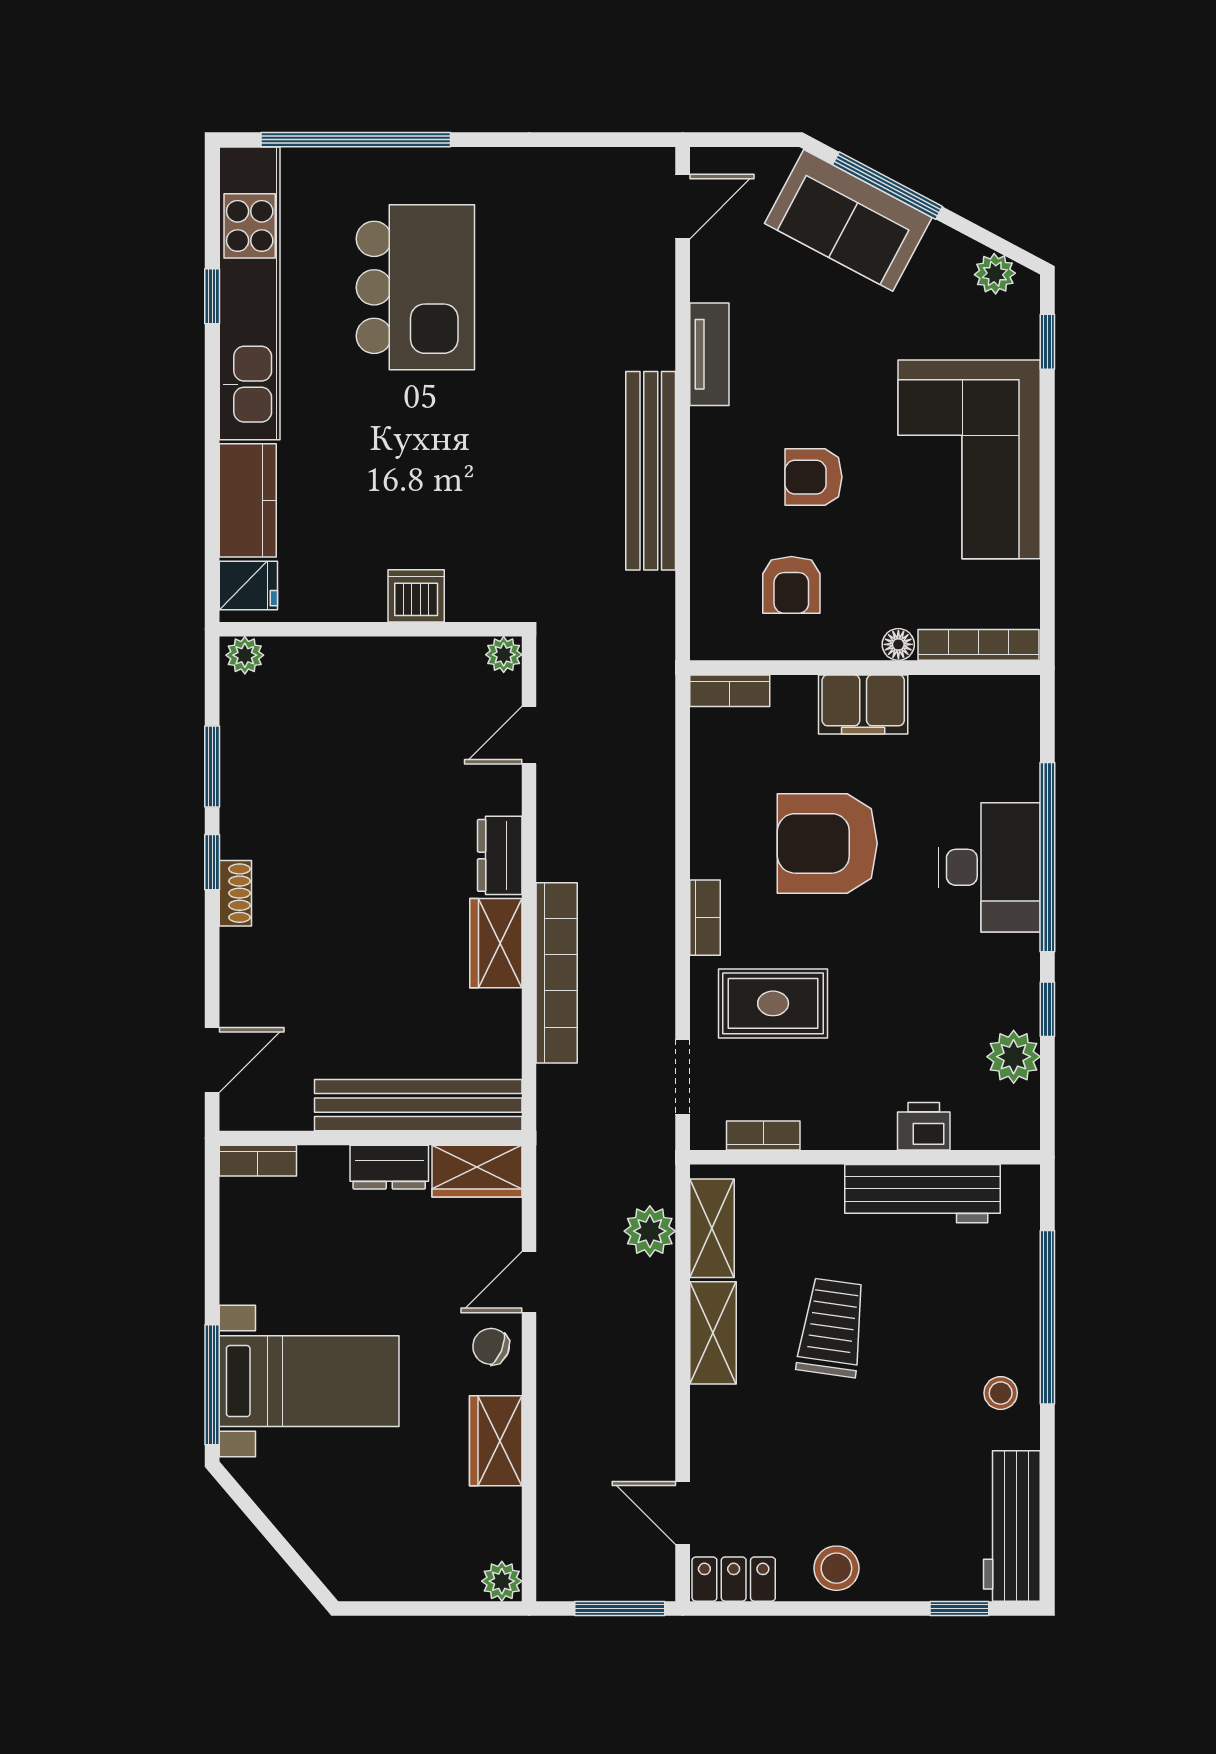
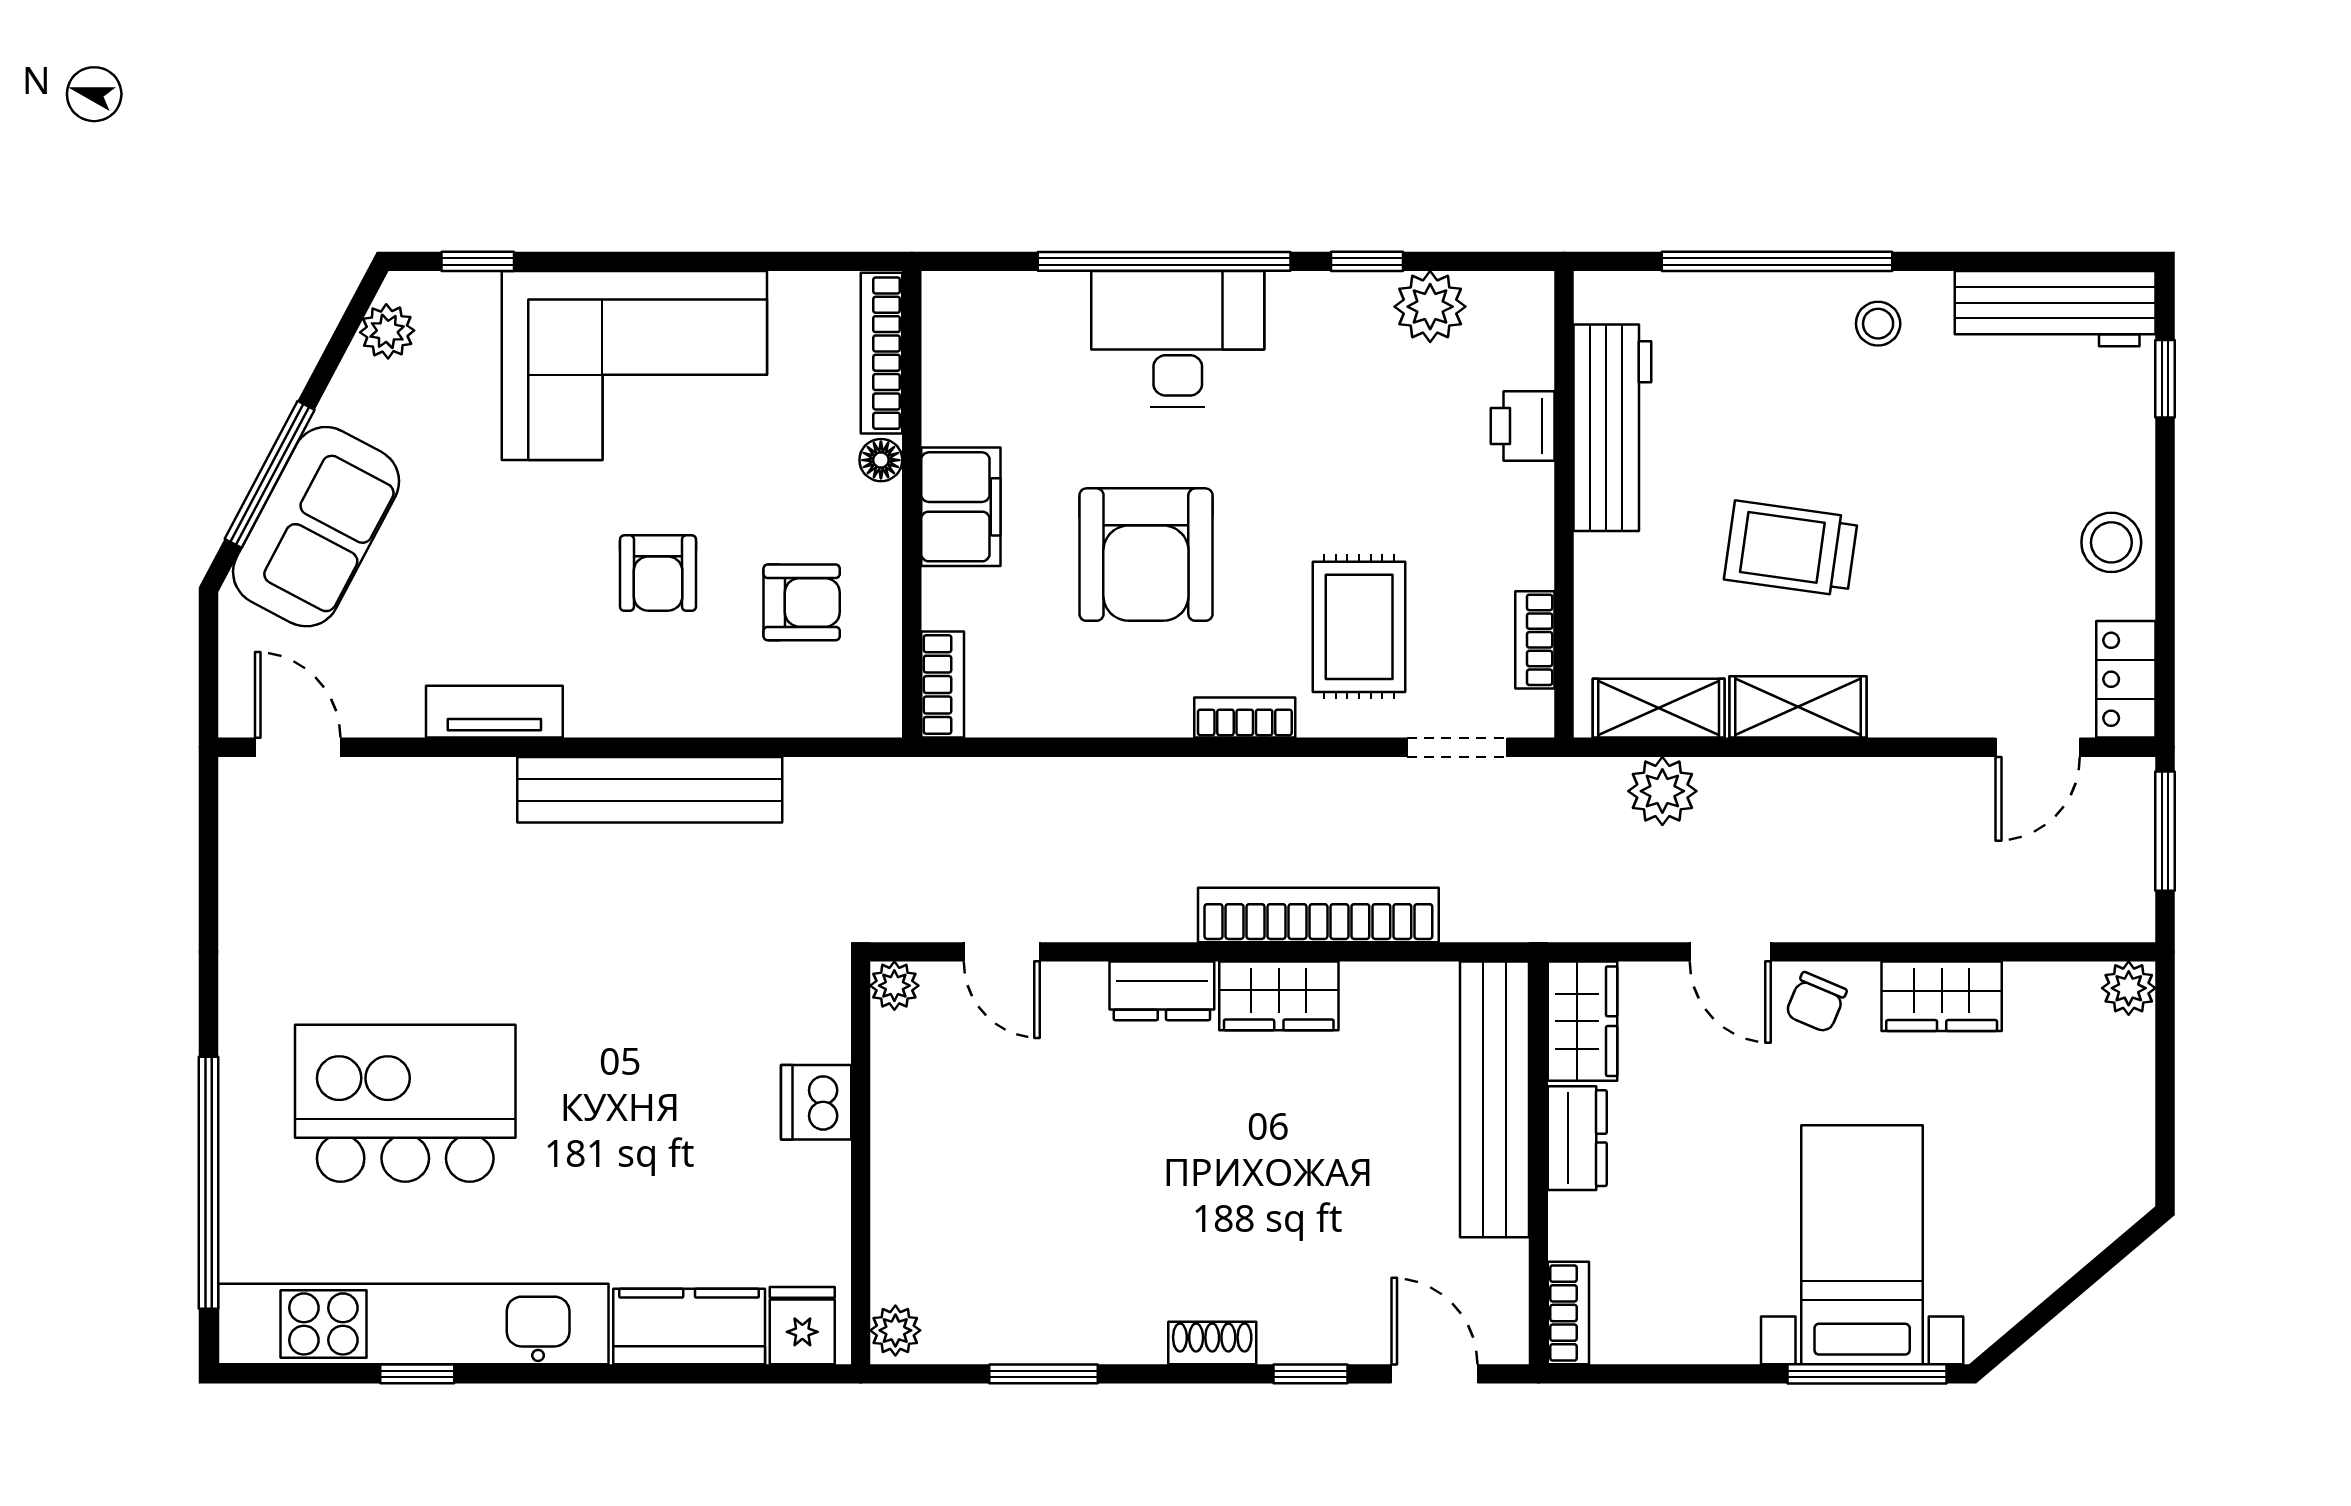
window: (212, 862) -> (1310, 1374), moved

